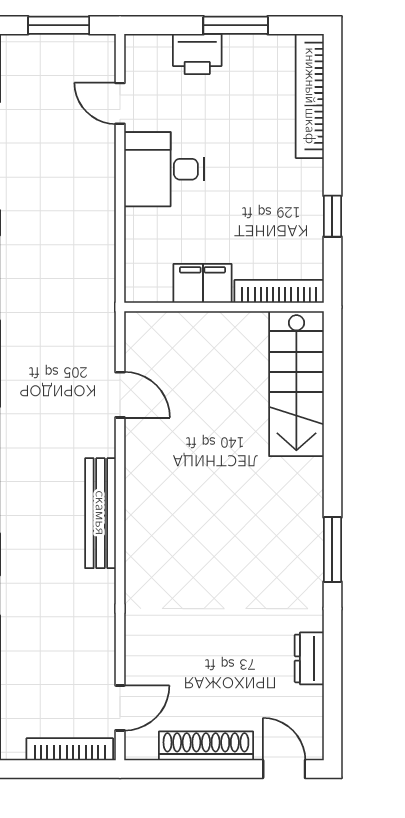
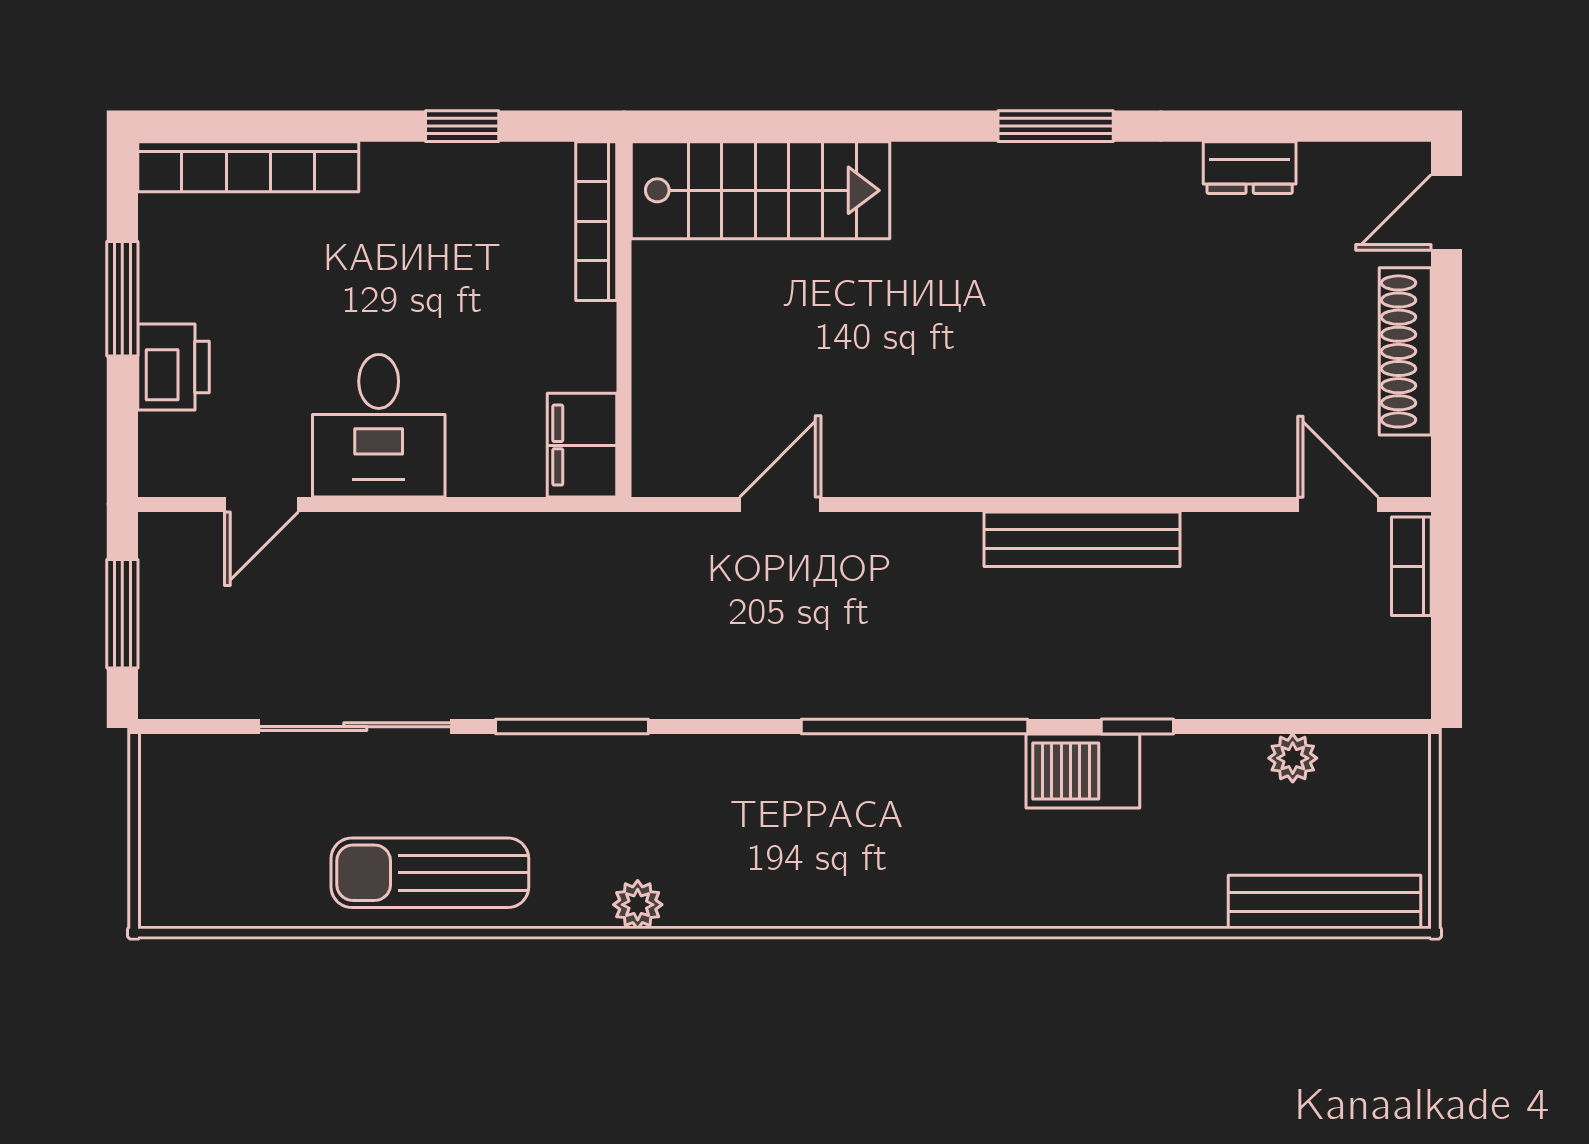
filing cabinet: (203, 283) -> (582, 445), moved
bench: (100, 513) -> (1082, 539), moved
bookcase: (70, 749) -> (1411, 566), width x0.64

